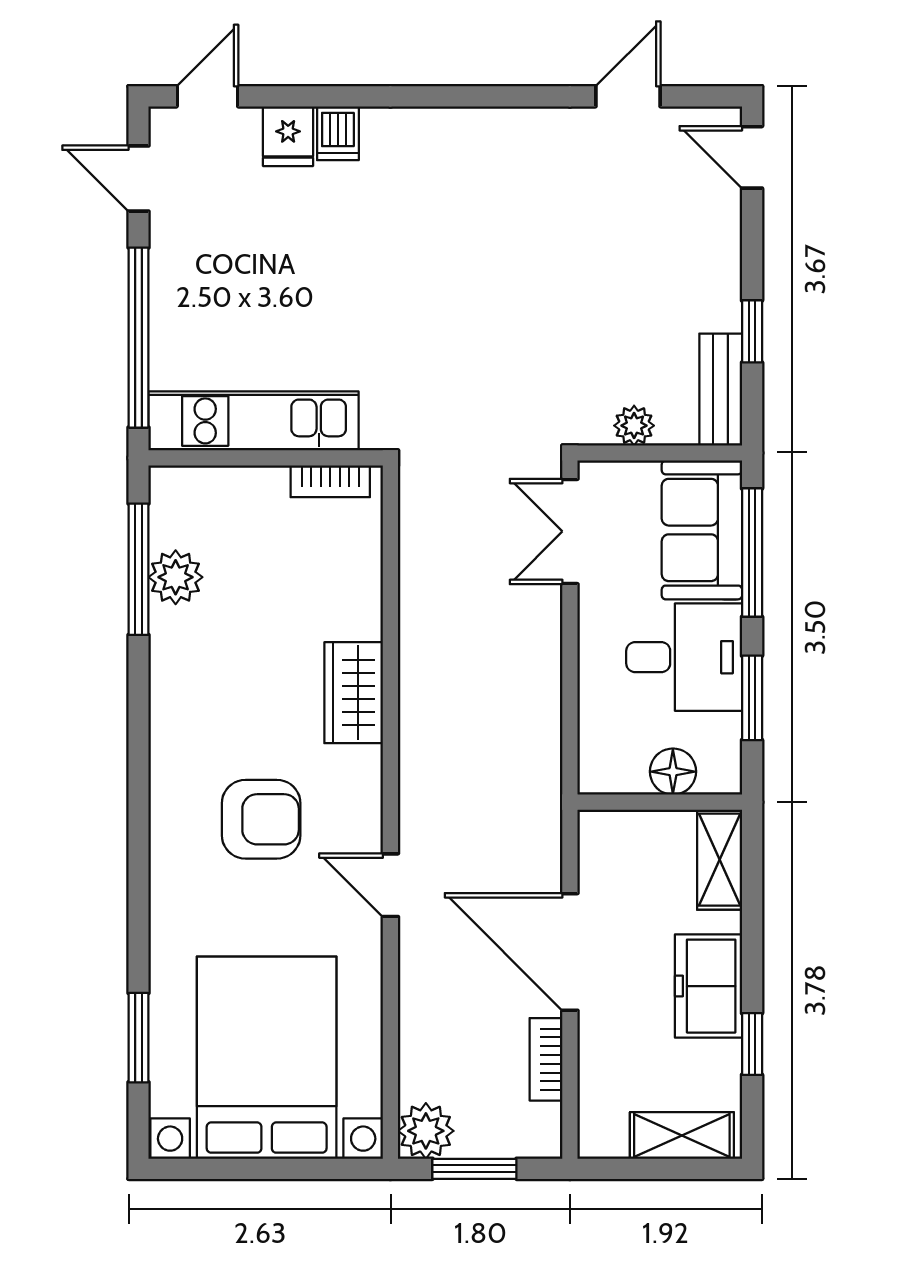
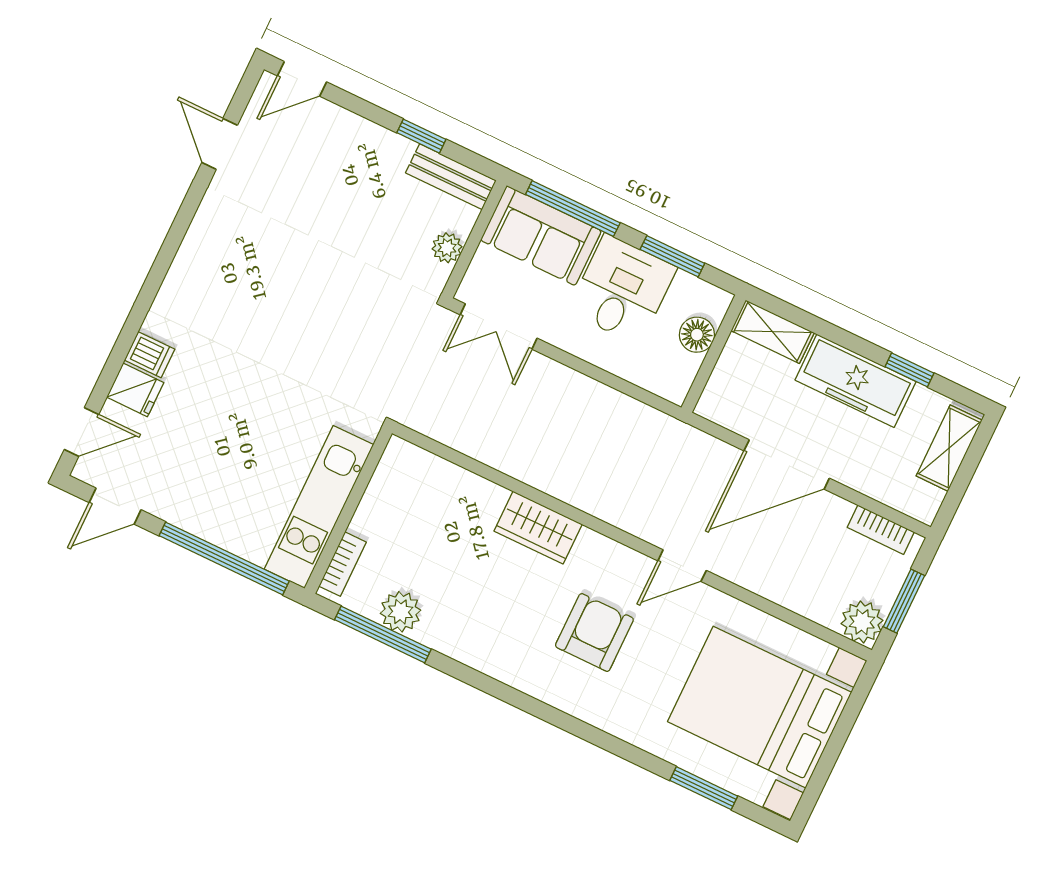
door: (207, 96) -> (81, 432), swing flipped
bookcase: (330, 481) -> (343, 564), moved
freezer: (708, 986) -> (856, 381), width x1.40
bookcase: (546, 1059) -> (881, 530), moved

